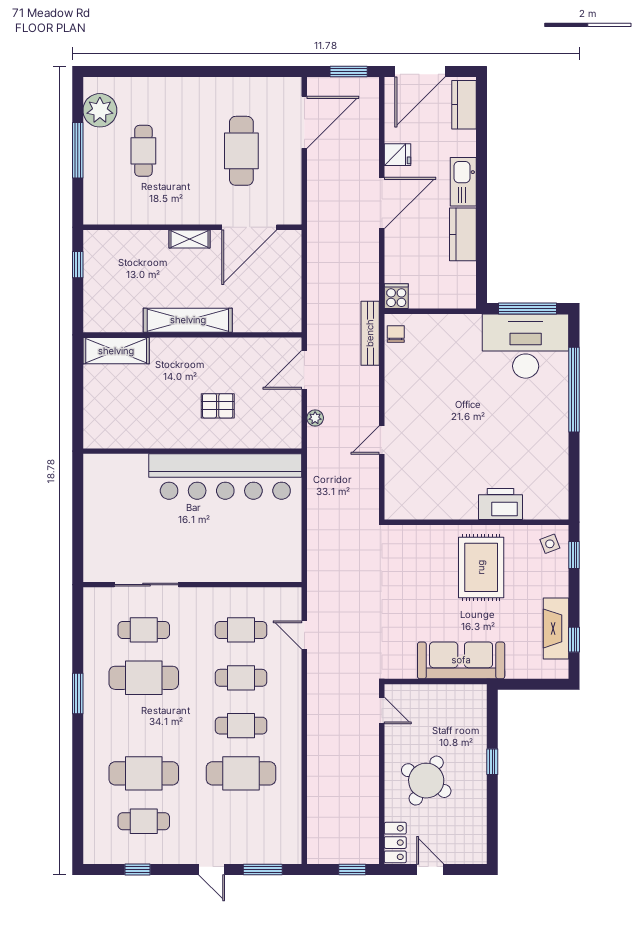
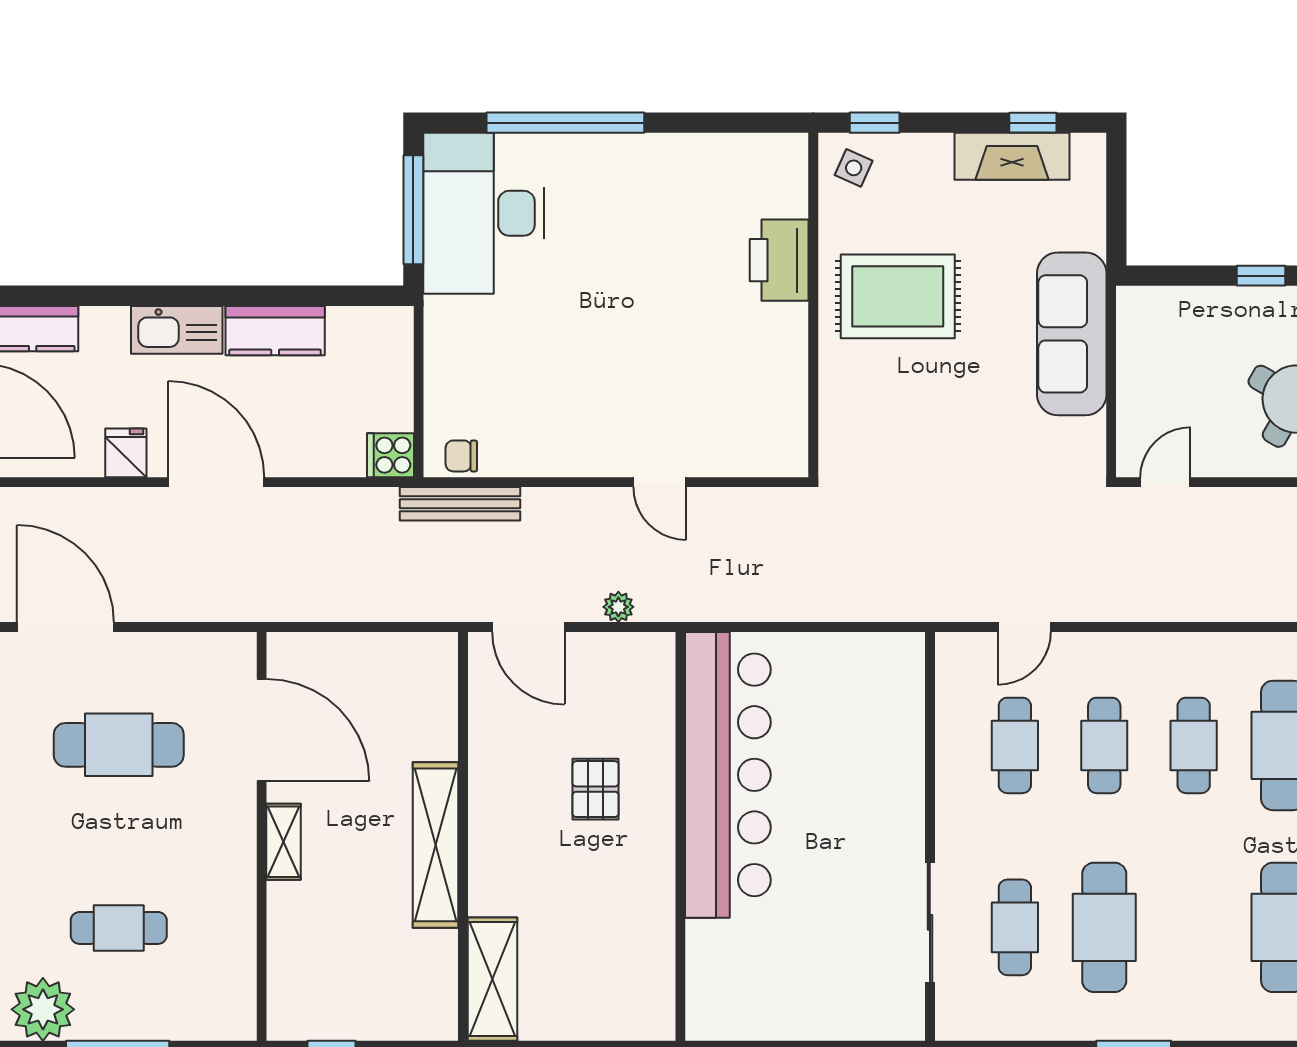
side table: (550, 544) -> (854, 168), turned 45

